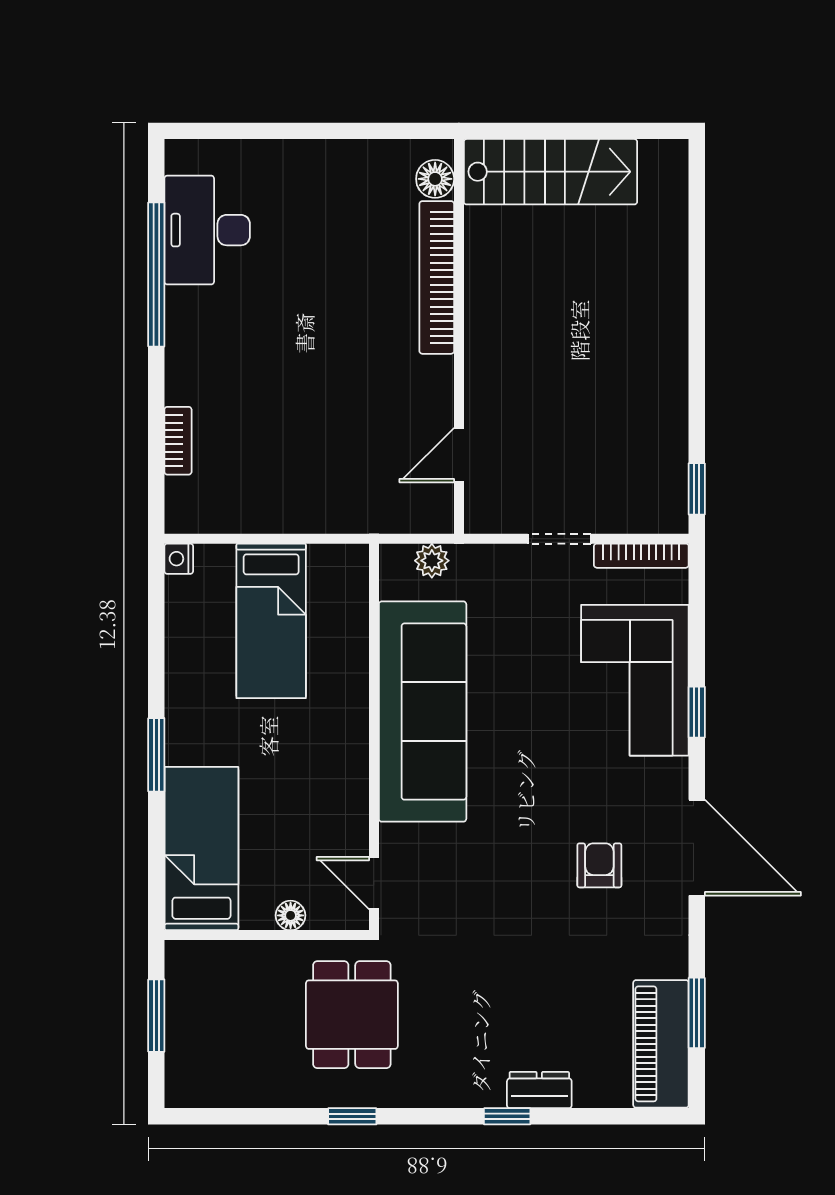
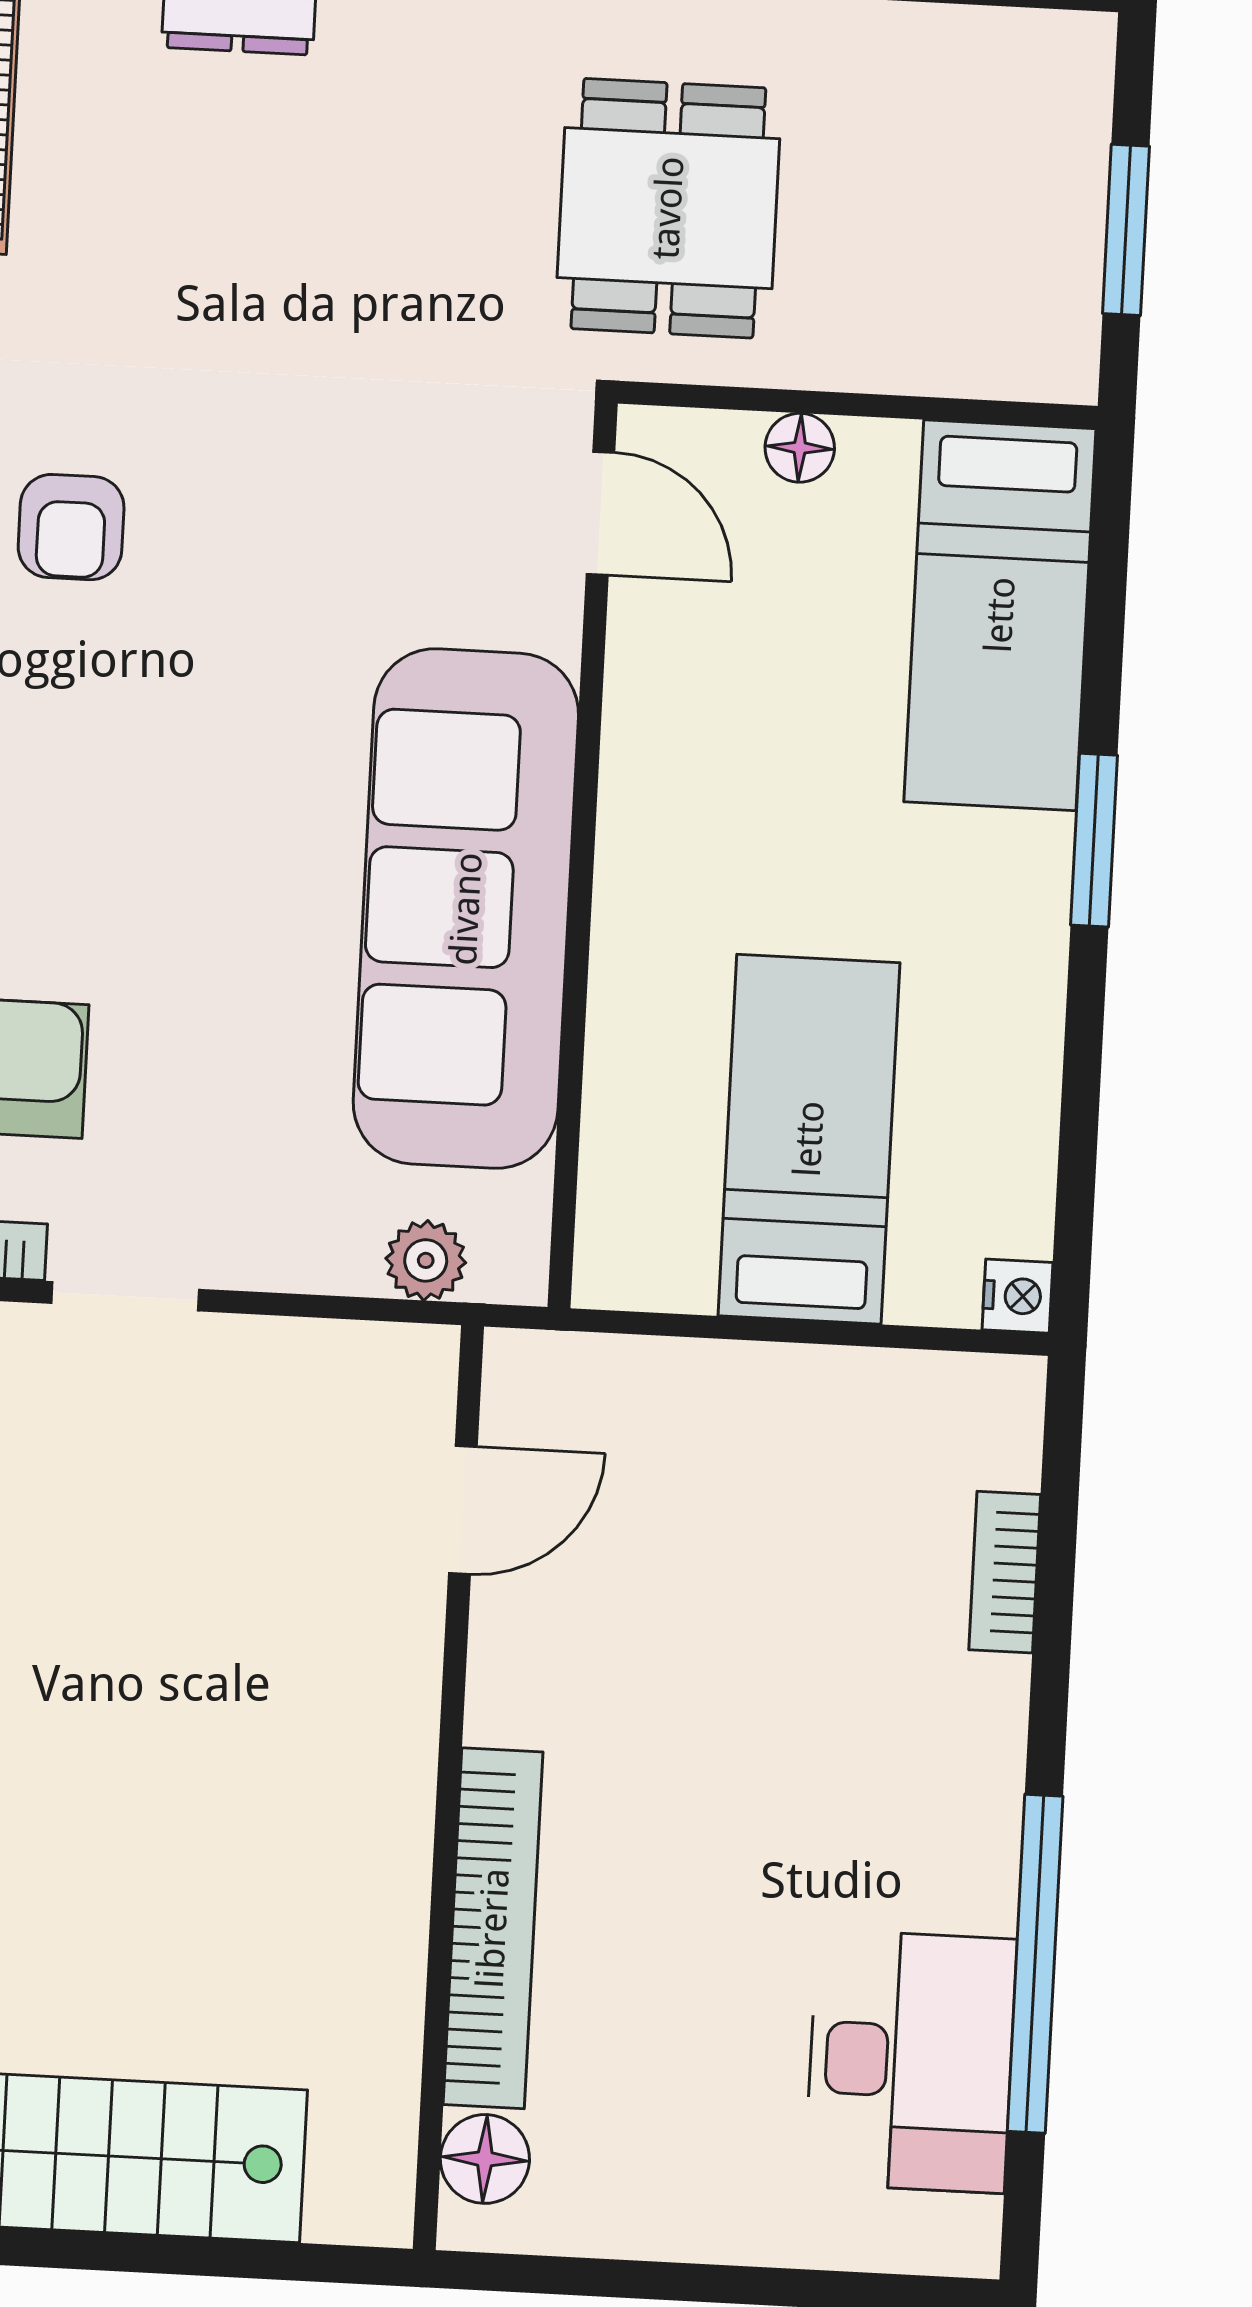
floor lamp: (435, 179) -> (485, 2159), moved
bookcase: (437, 277) -> (493, 1928), moved
wall: (459, 336) -> (448, 1788), moved
door: (459, 455) -> (463, 1510), moved

